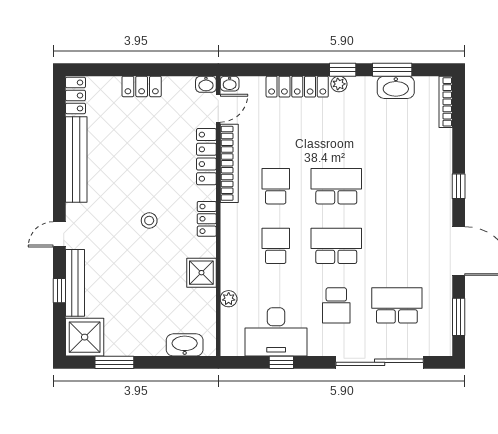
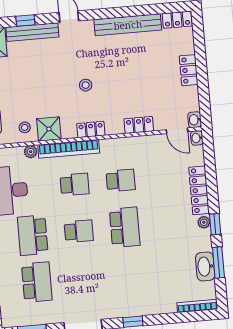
locker: (206, 157) -> (139, 125), width x0.66
bookcase: (229, 163) -> (69, 149), moved
school desk: (336, 246) -> (79, 231), width x0.54
stool: (197, 304) -> (25, 127), added
school desk: (336, 305) -> (33, 235), width x1.85

